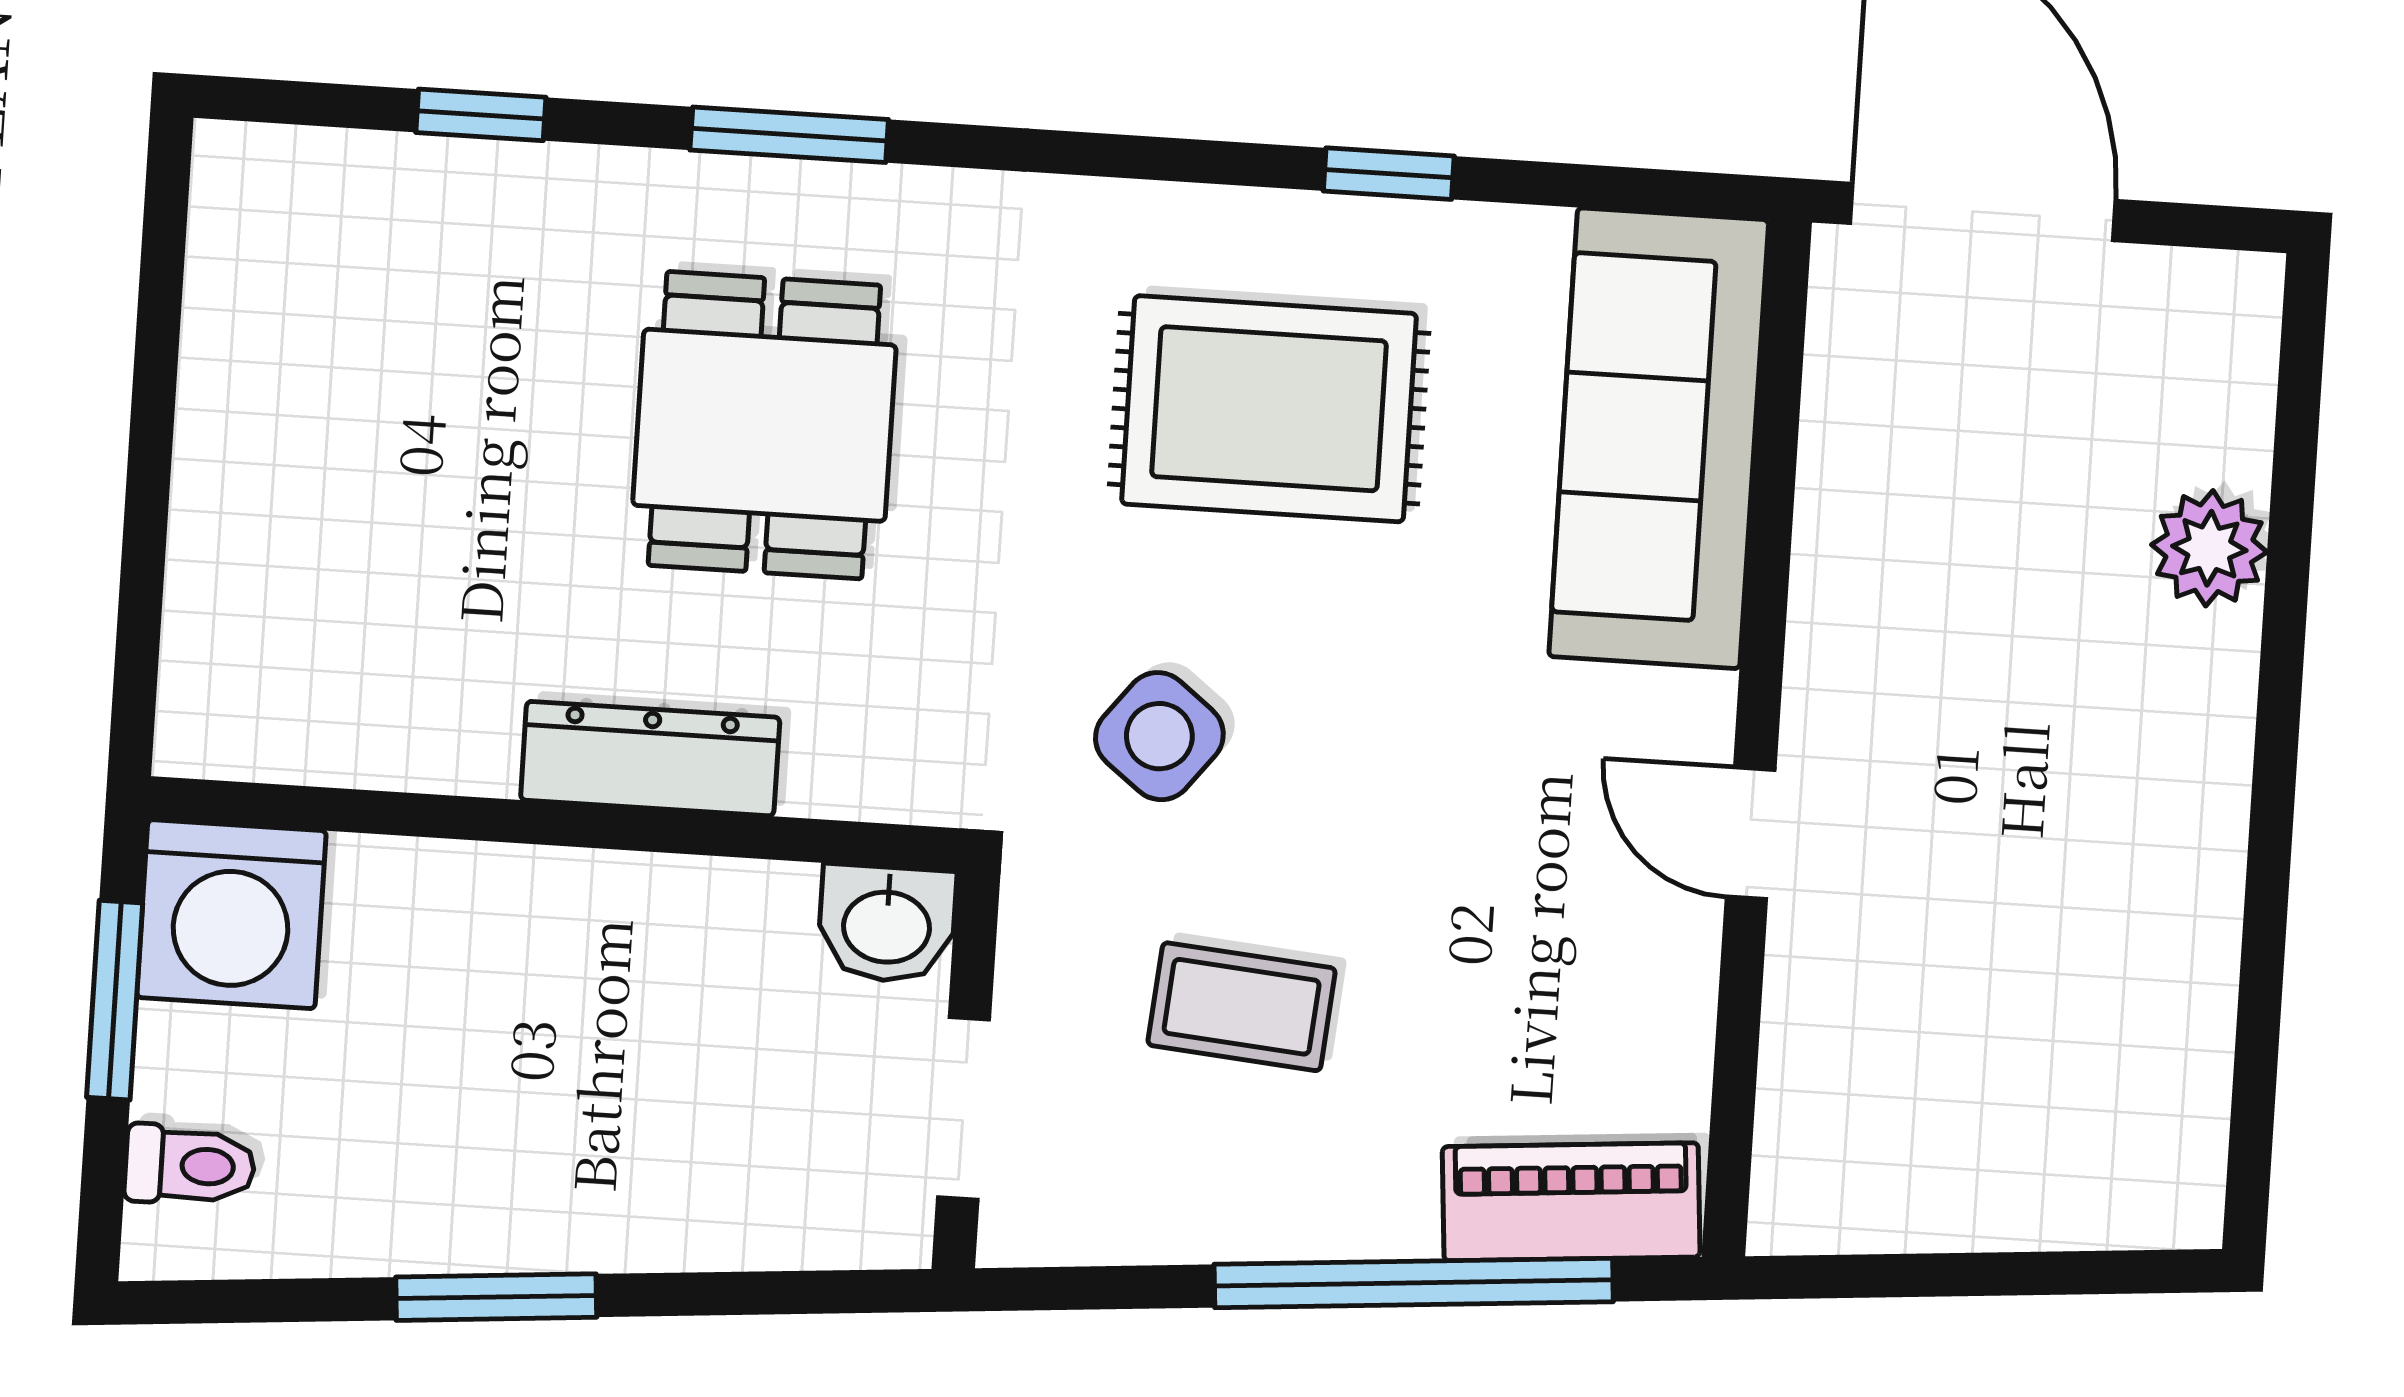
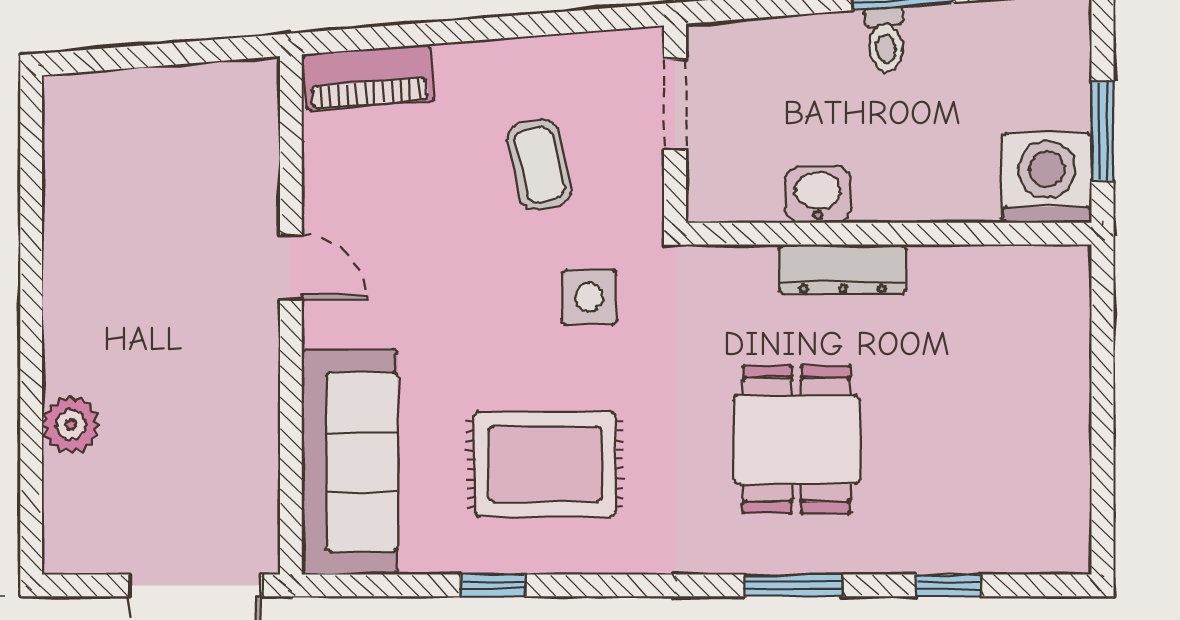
side table: (1159, 736) -> (589, 297), turned -38
washbasin: (887, 924) -> (818, 194), moved
coffee table: (1242, 1007) -> (539, 165), turned 72
toilet: (190, 1165) -> (885, 40), moved, turned -95
window: (1414, 1283) -> (445, 32), removed

